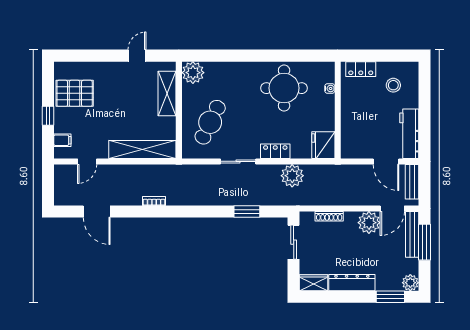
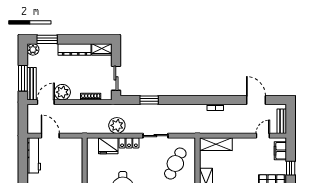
filing cabinet: (62, 140) -> (280, 151), width x2.00
fridge: (323, 145) -> (108, 146), moved, turned 90
shelving: (142, 149) -> (216, 144), width x0.68
bench: (412, 182) -> (282, 121), moved

